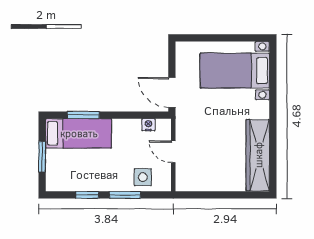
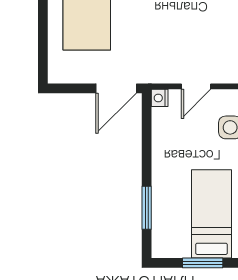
nightstand: (148, 125) -> (160, 98), moved
bed: (79, 133) -> (212, 214), moved

